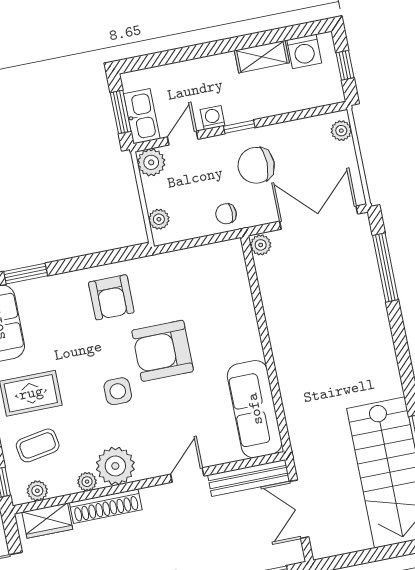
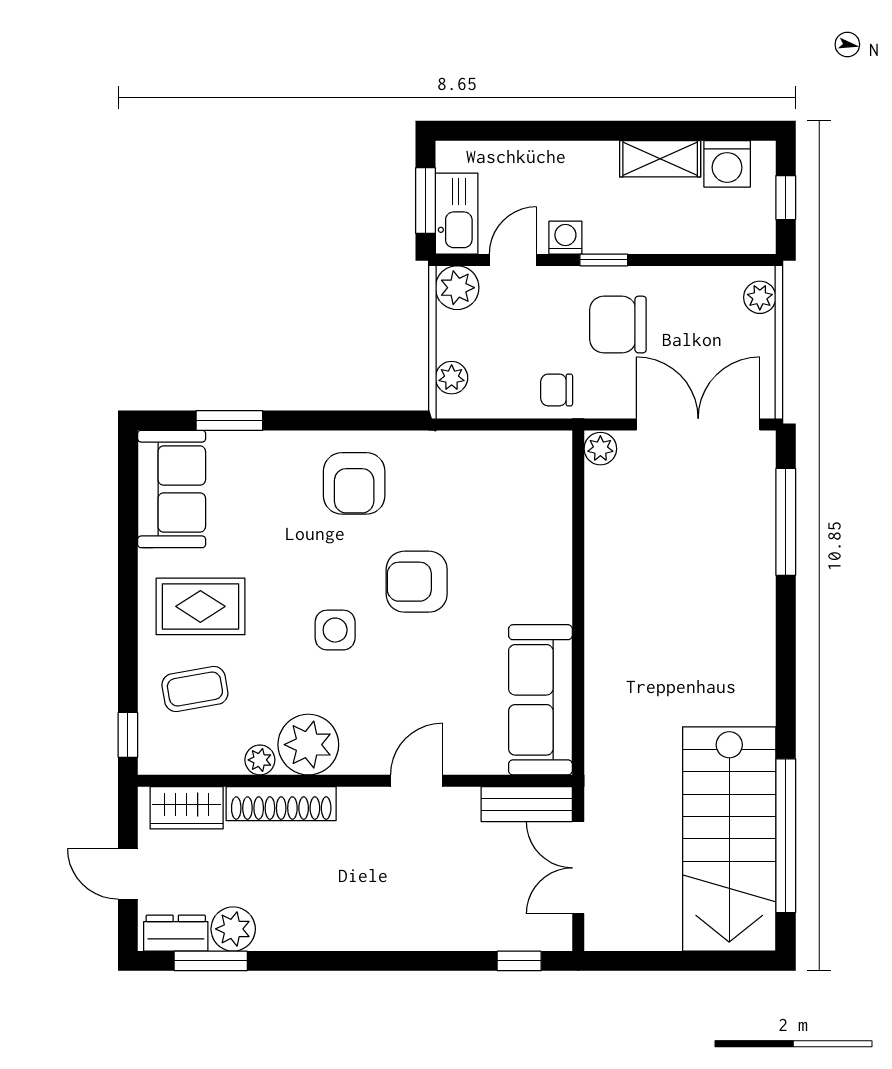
armchair: (163, 351) -> (417, 582), width x0.73, depth x0.73
bench: (249, 478) -> (527, 804), width x0.73
plant: (37, 491) -> (180, 759), removed

